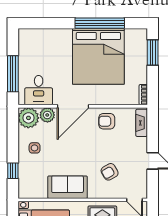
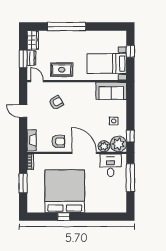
window: (100, 23) -> (64, 217), width x0.32
window: (153, 52) -> (23, 183), moved
door: (73, 106) -> (84, 153), hinge flipped
window: (13, 171) -> (130, 136), moved
sofa: (68, 187) -> (111, 91), moved

